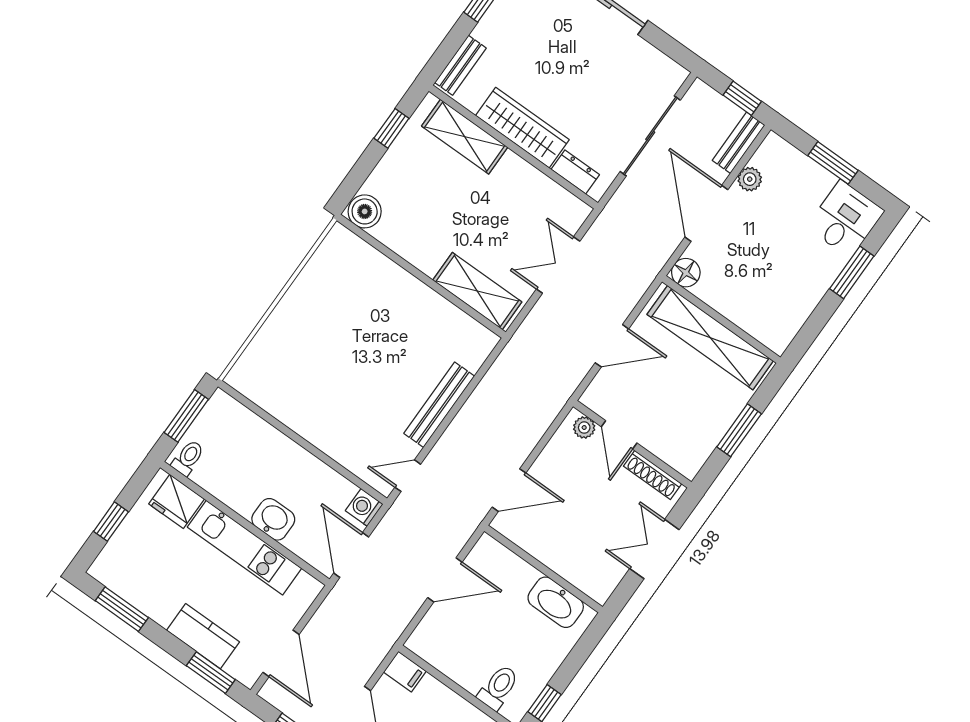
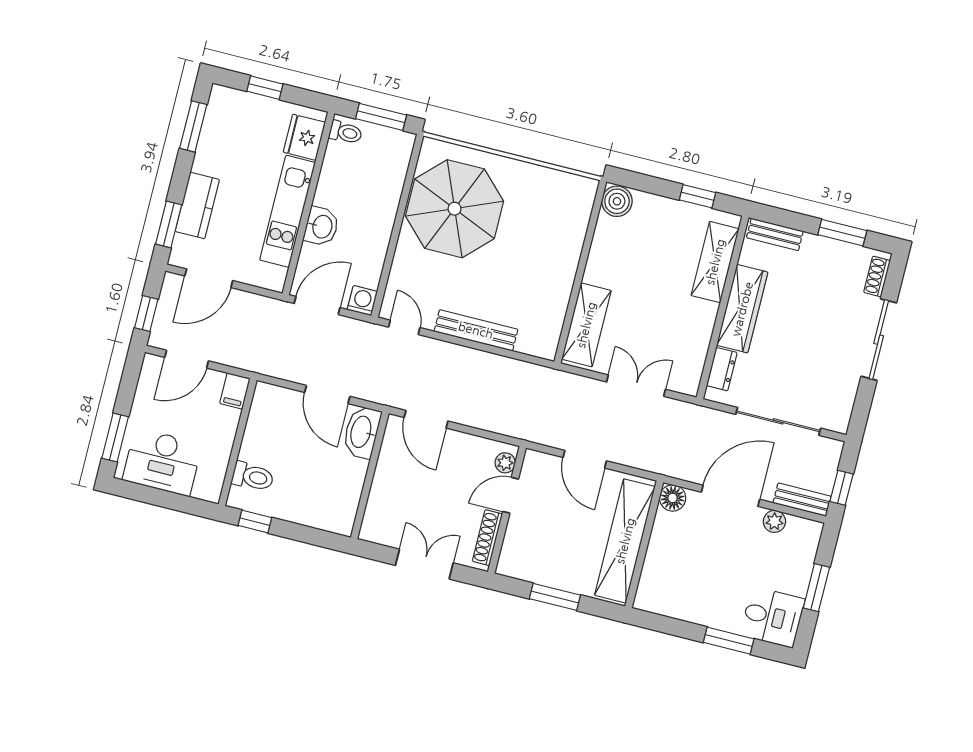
parasol: (308, 378) -> (455, 209), added
washbasin: (556, 602) -> (362, 432), moved

